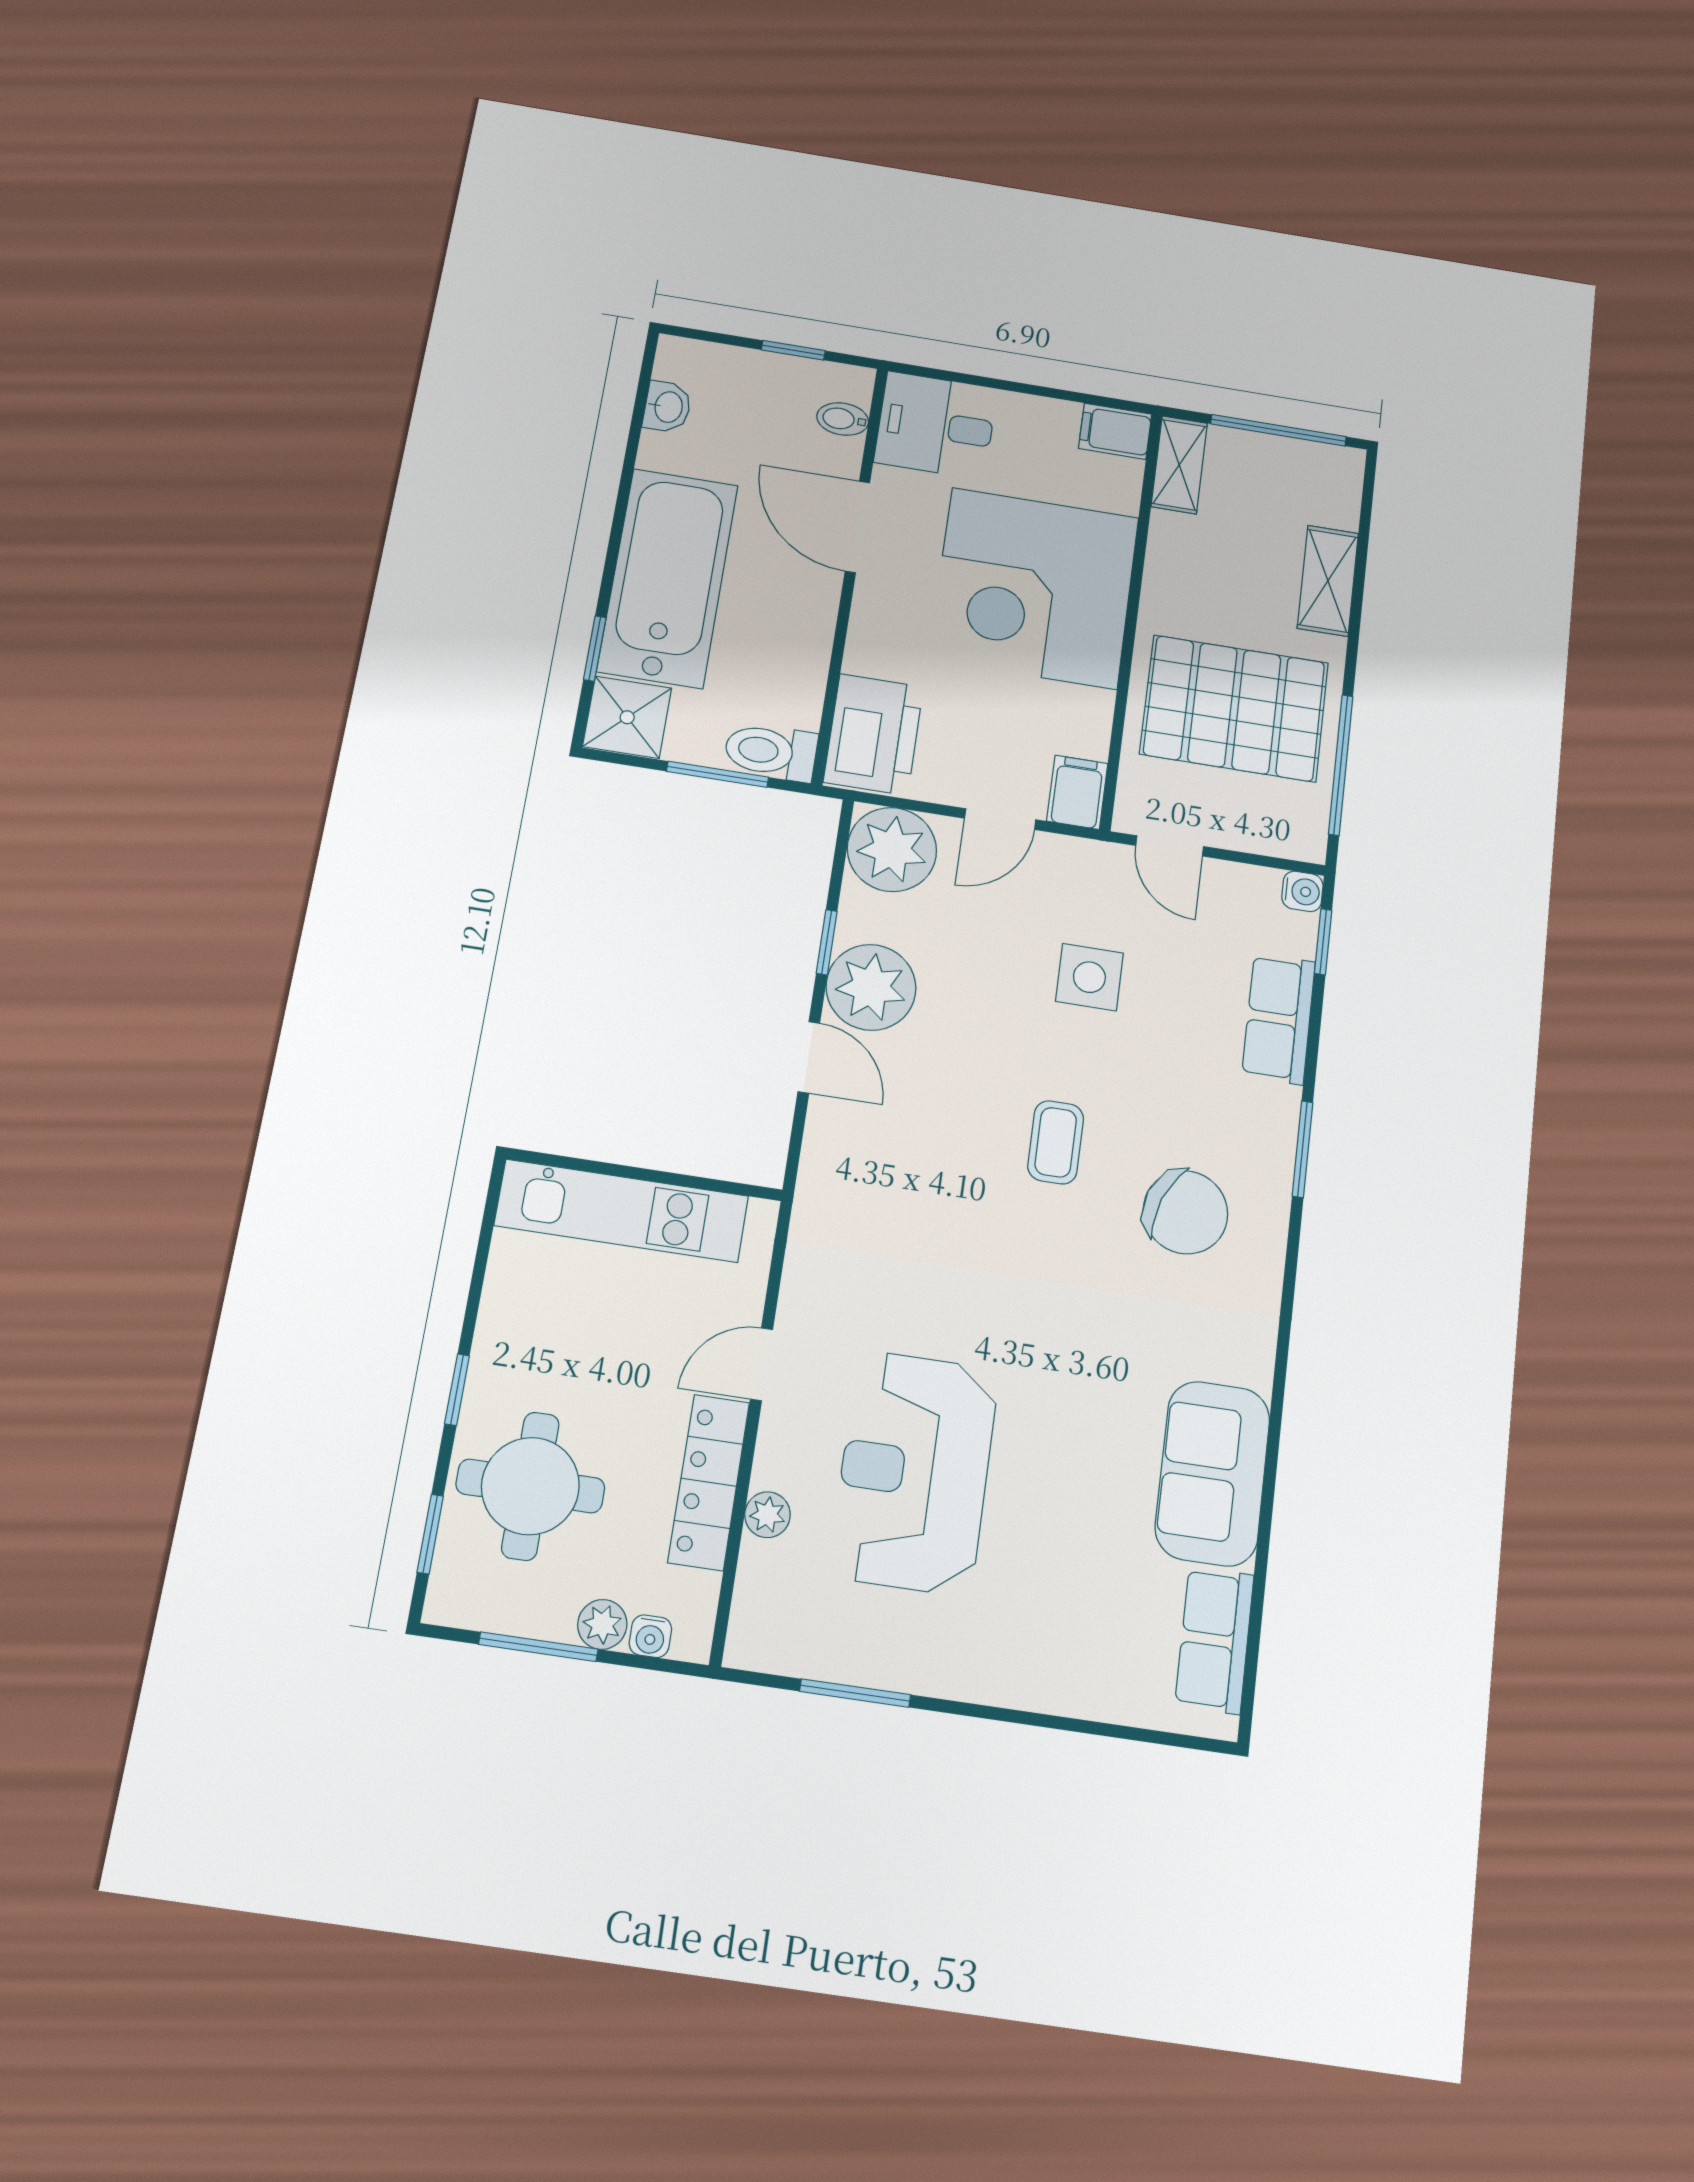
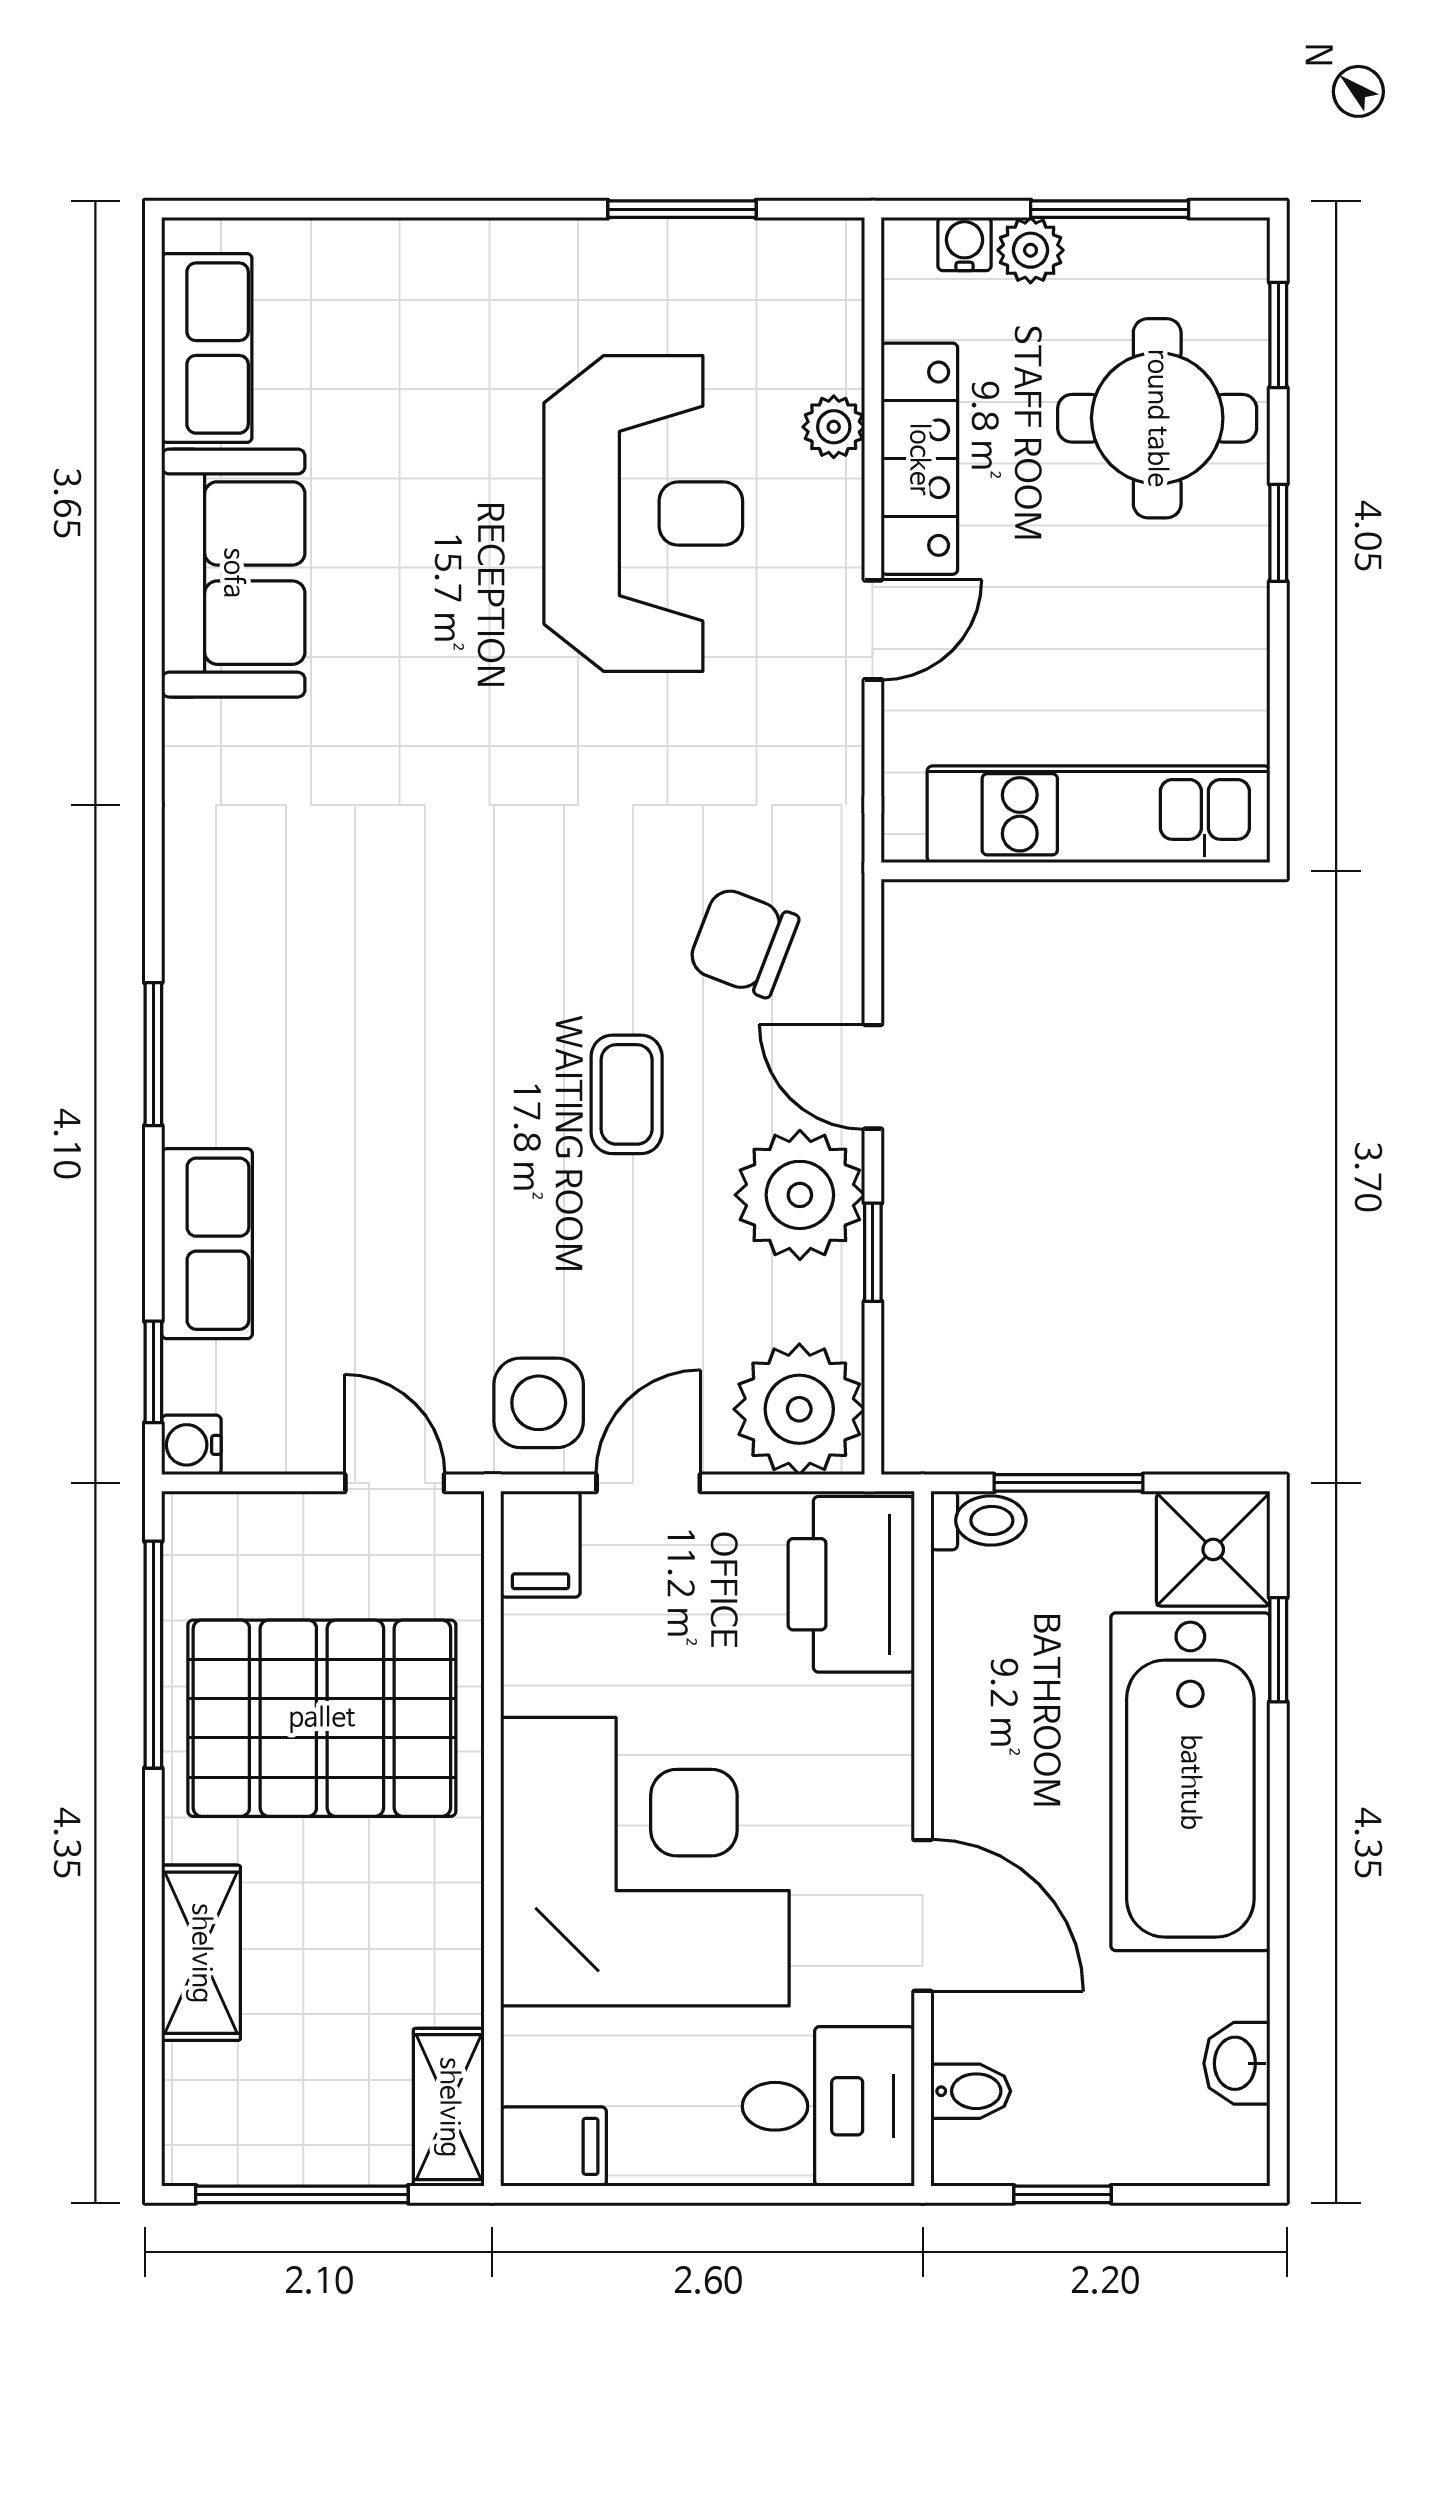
toilet: (771, 752) -> (979, 1520), width x0.73, depth x0.72
side table: (1089, 977) -> (539, 1403), moved
coffee table: (1056, 1142) -> (627, 1094), moved
chair: (1185, 1212) -> (743, 942), moved, width x0.73, depth x0.73

